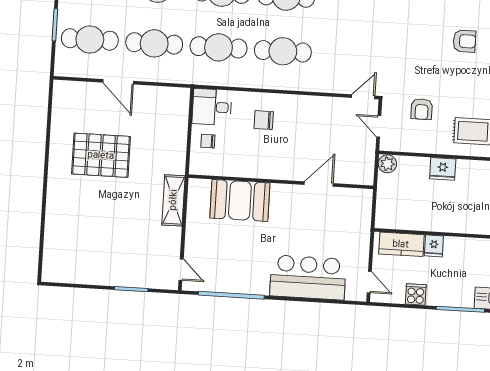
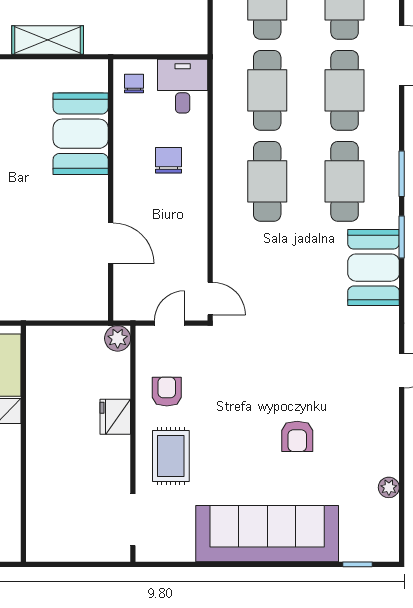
armchair: (422, 109) -> (167, 392), moved, turned 90
wall: (281, 182) -> (111, 190), moved
door: (319, 184) -> (111, 243), moved
booth: (240, 200) -> (81, 134), moved

